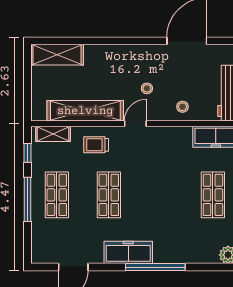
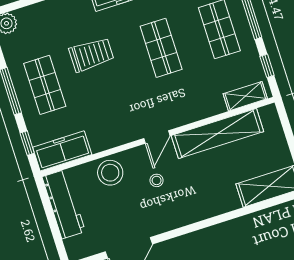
stool: (183, 107) -> (110, 173), width x1.89, depth x1.89
trolley: (96, 145) -> (91, 55), moved, width x1.36, depth x1.39

